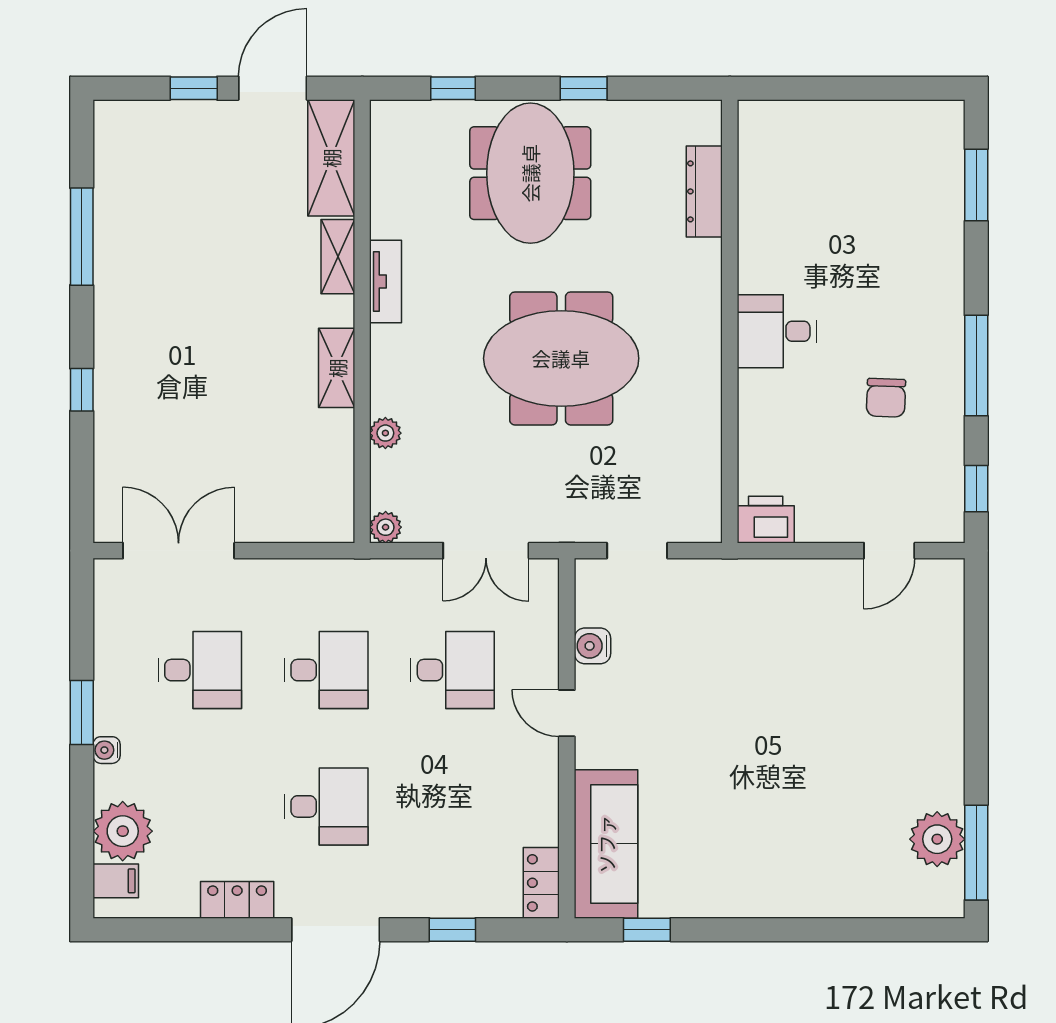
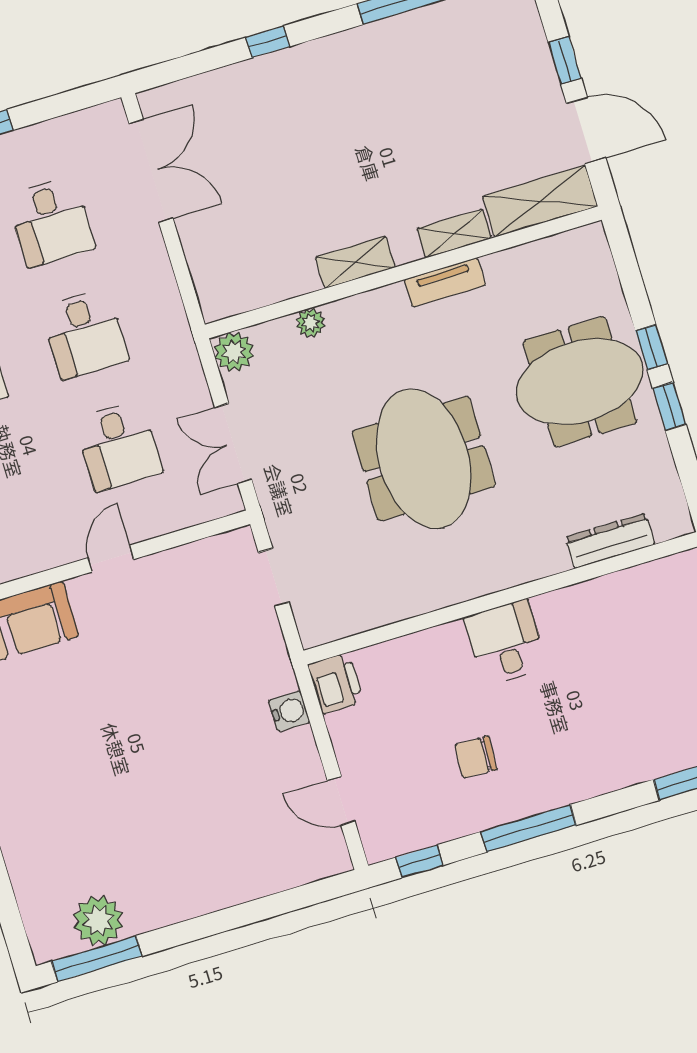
window: (453, 88) -> (651, 347), moved
plant: (386, 527) -> (234, 352), width x1.38, depth x1.38
water cooler: (592, 646) -> (289, 711), moved, turned 90

